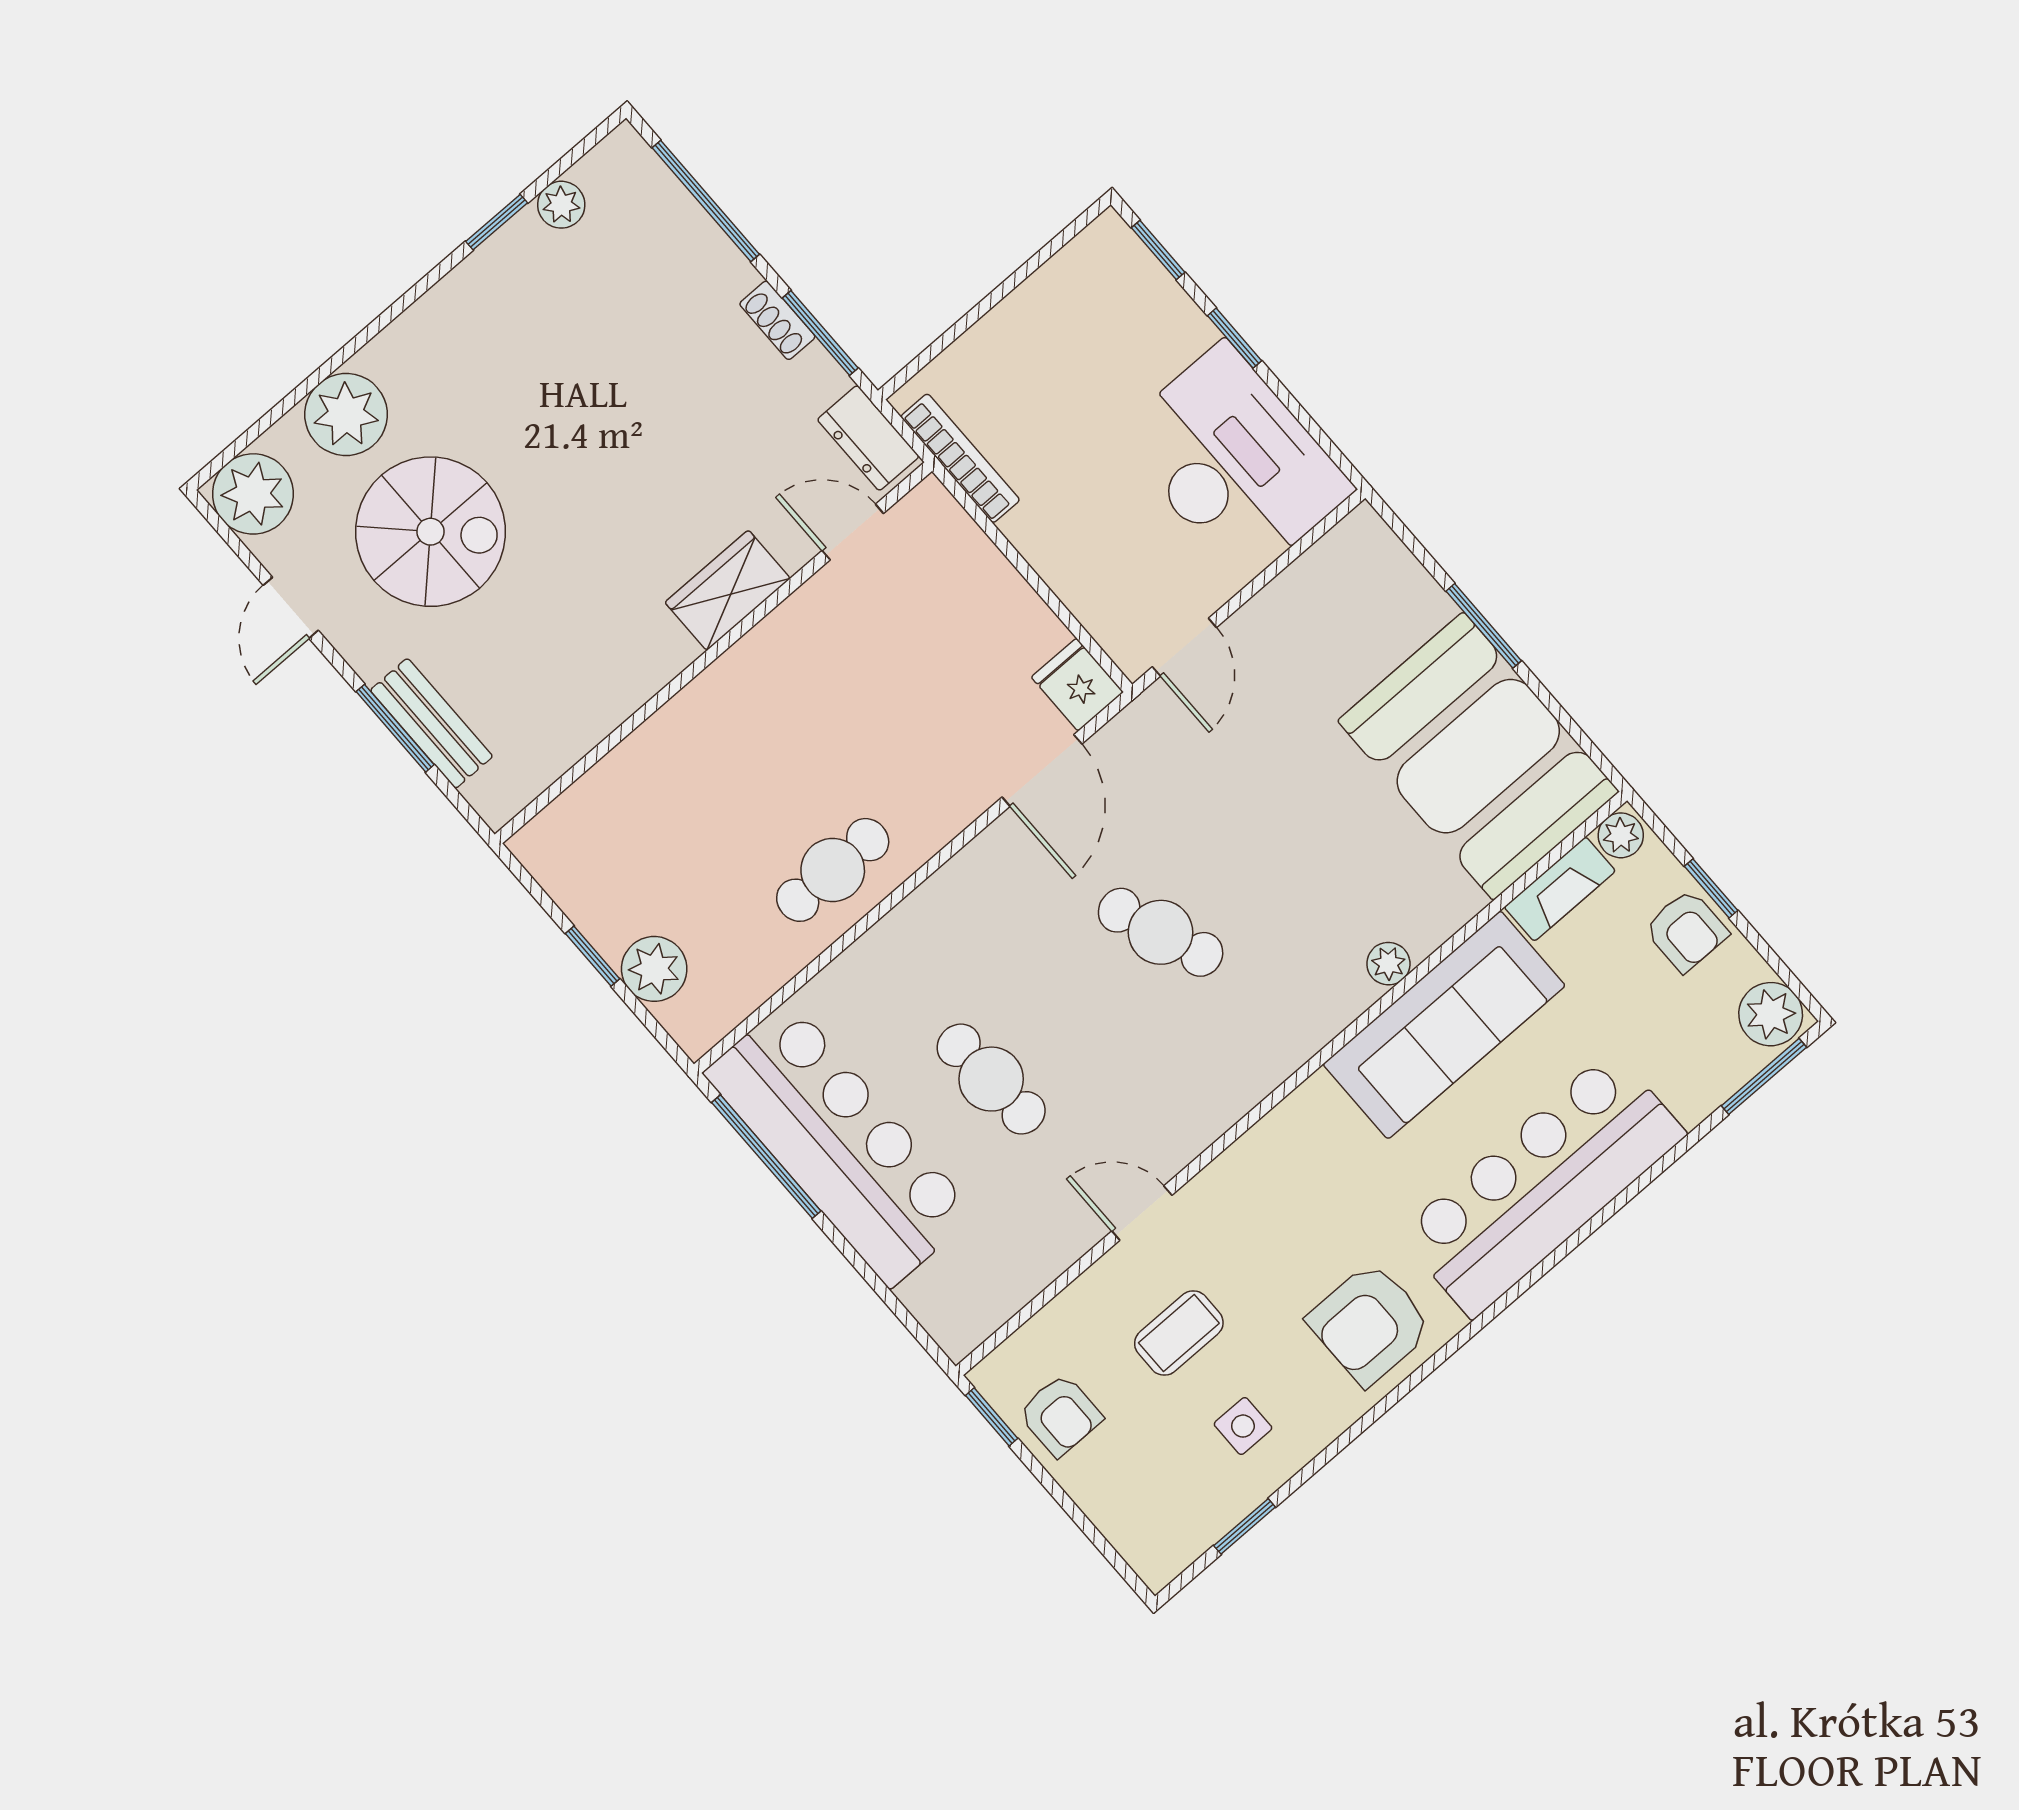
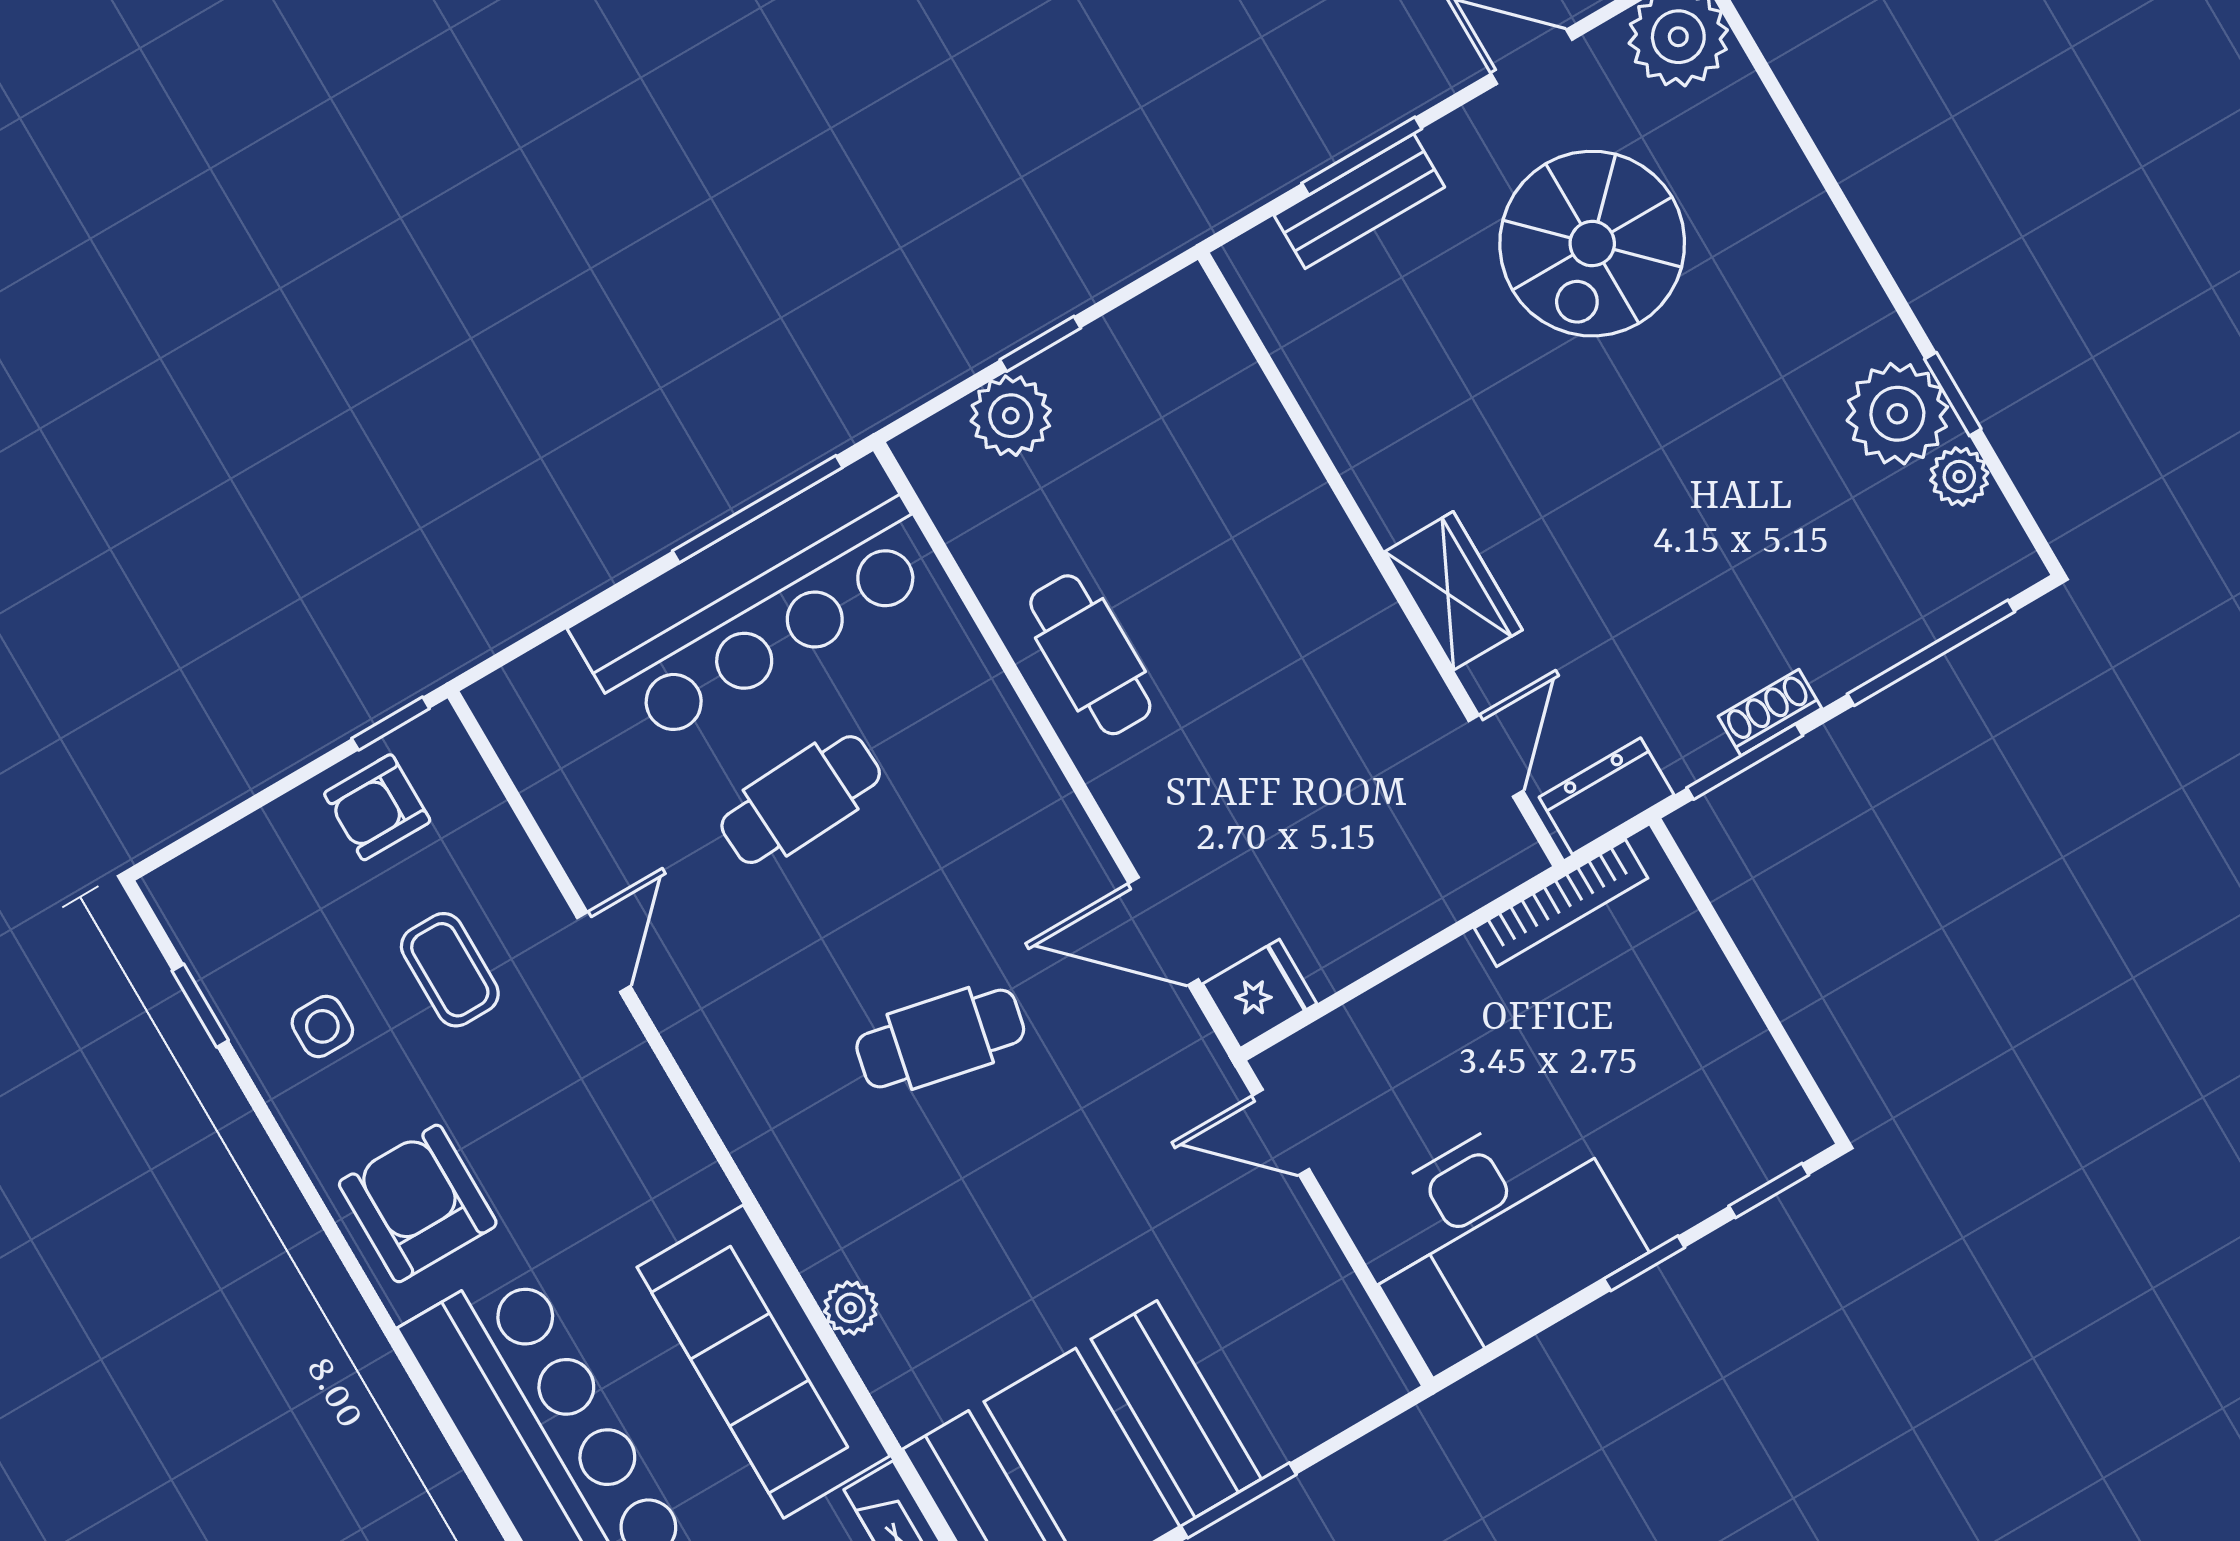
plant: (346, 414) -> (1897, 414), moved
cafe table: (1161, 932) -> (940, 1038), turned 33

